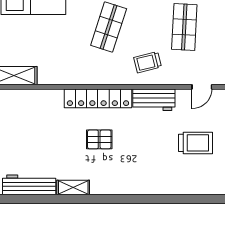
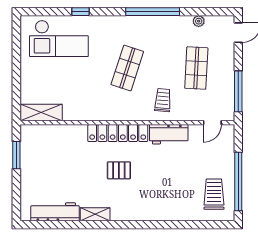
trolley: (148, 62) -> (163, 100), turned 109
trolley: (196, 143) -> (214, 194), moved, turned -90

